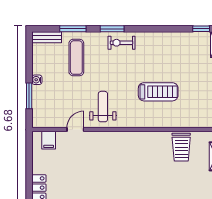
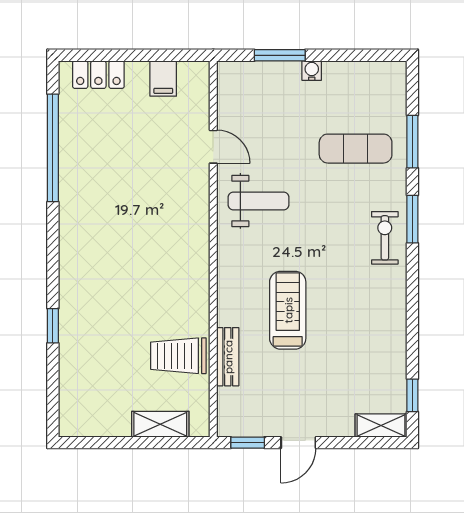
bench: (47, 37) -> (228, 357), moved
treadmill: (158, 92) -> (288, 310), turned 180
filing cabinet: (49, 140) -> (163, 78), moved, turned -90

